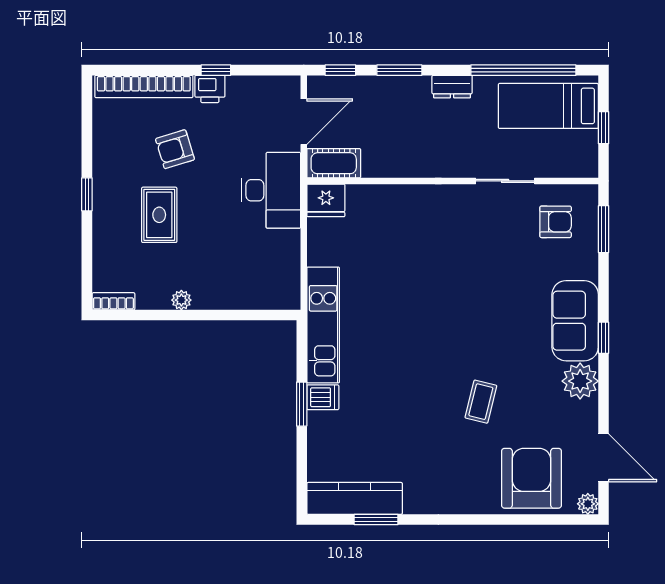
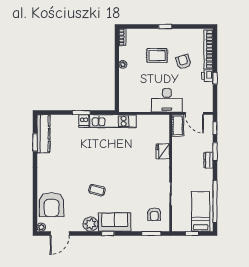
dresser: (452, 87) -> (208, 160), moved
fridge: (326, 200) -> (163, 151), moved
coffee table: (481, 402) -> (97, 190), moved
armchair: (532, 478) -> (52, 205), turned 90

